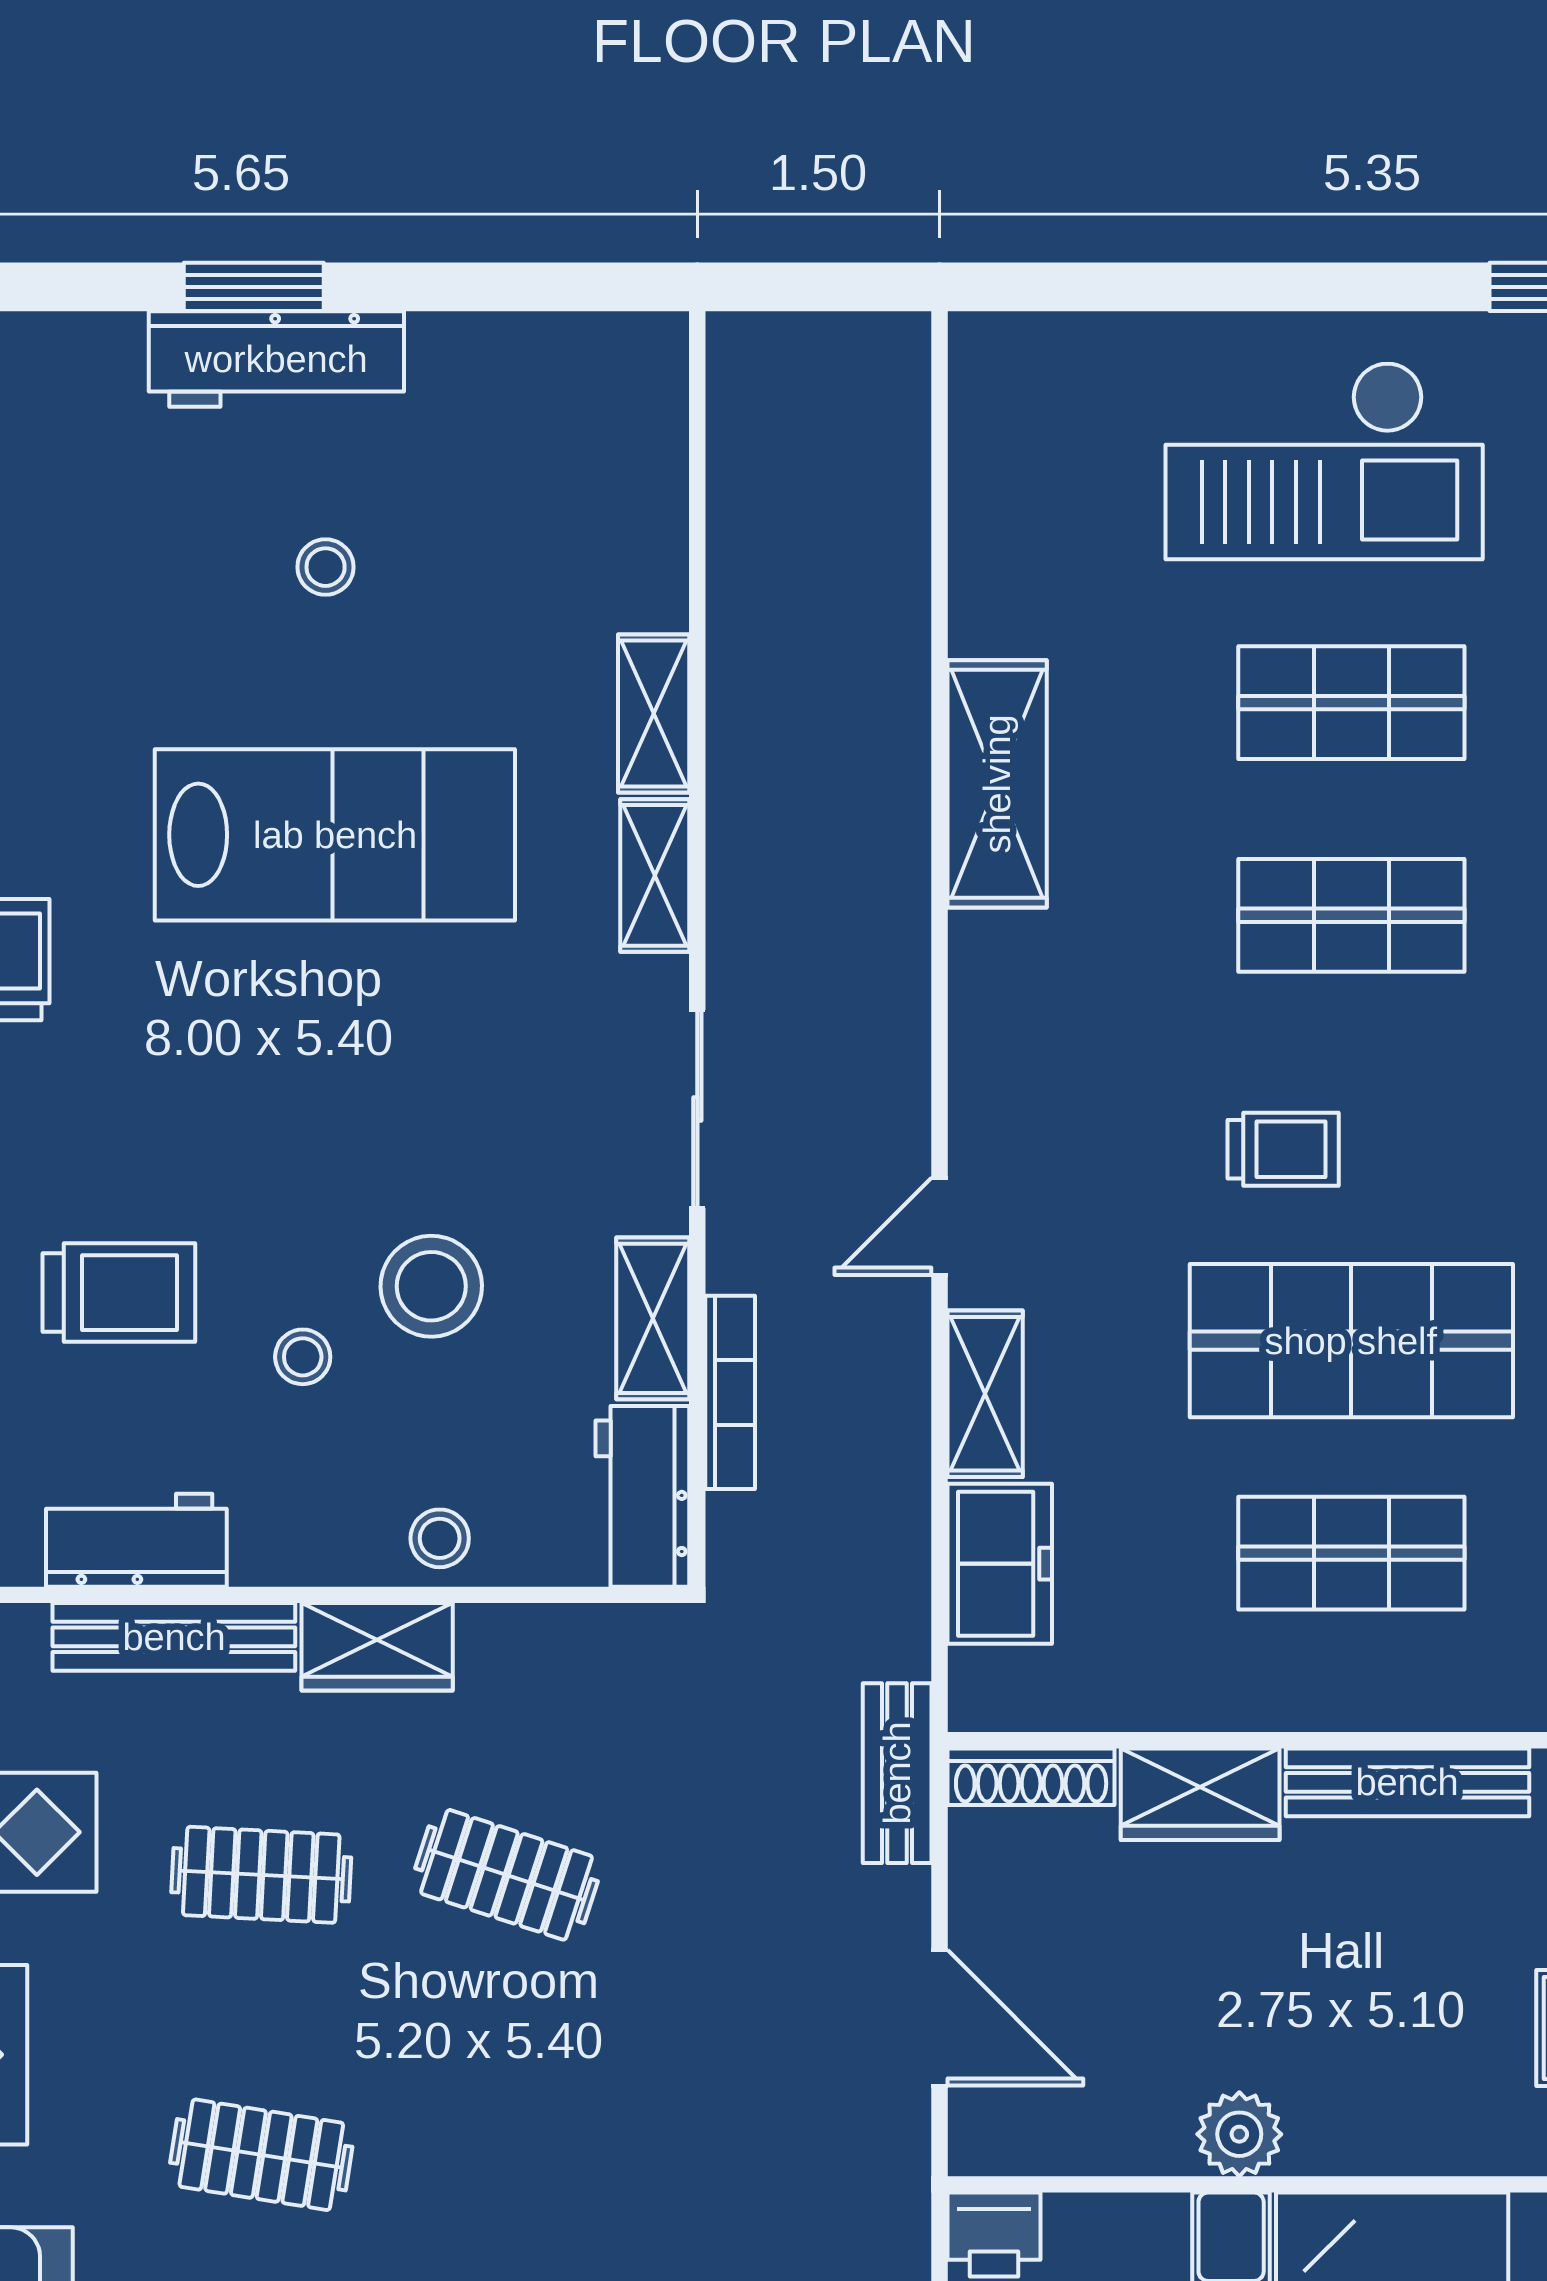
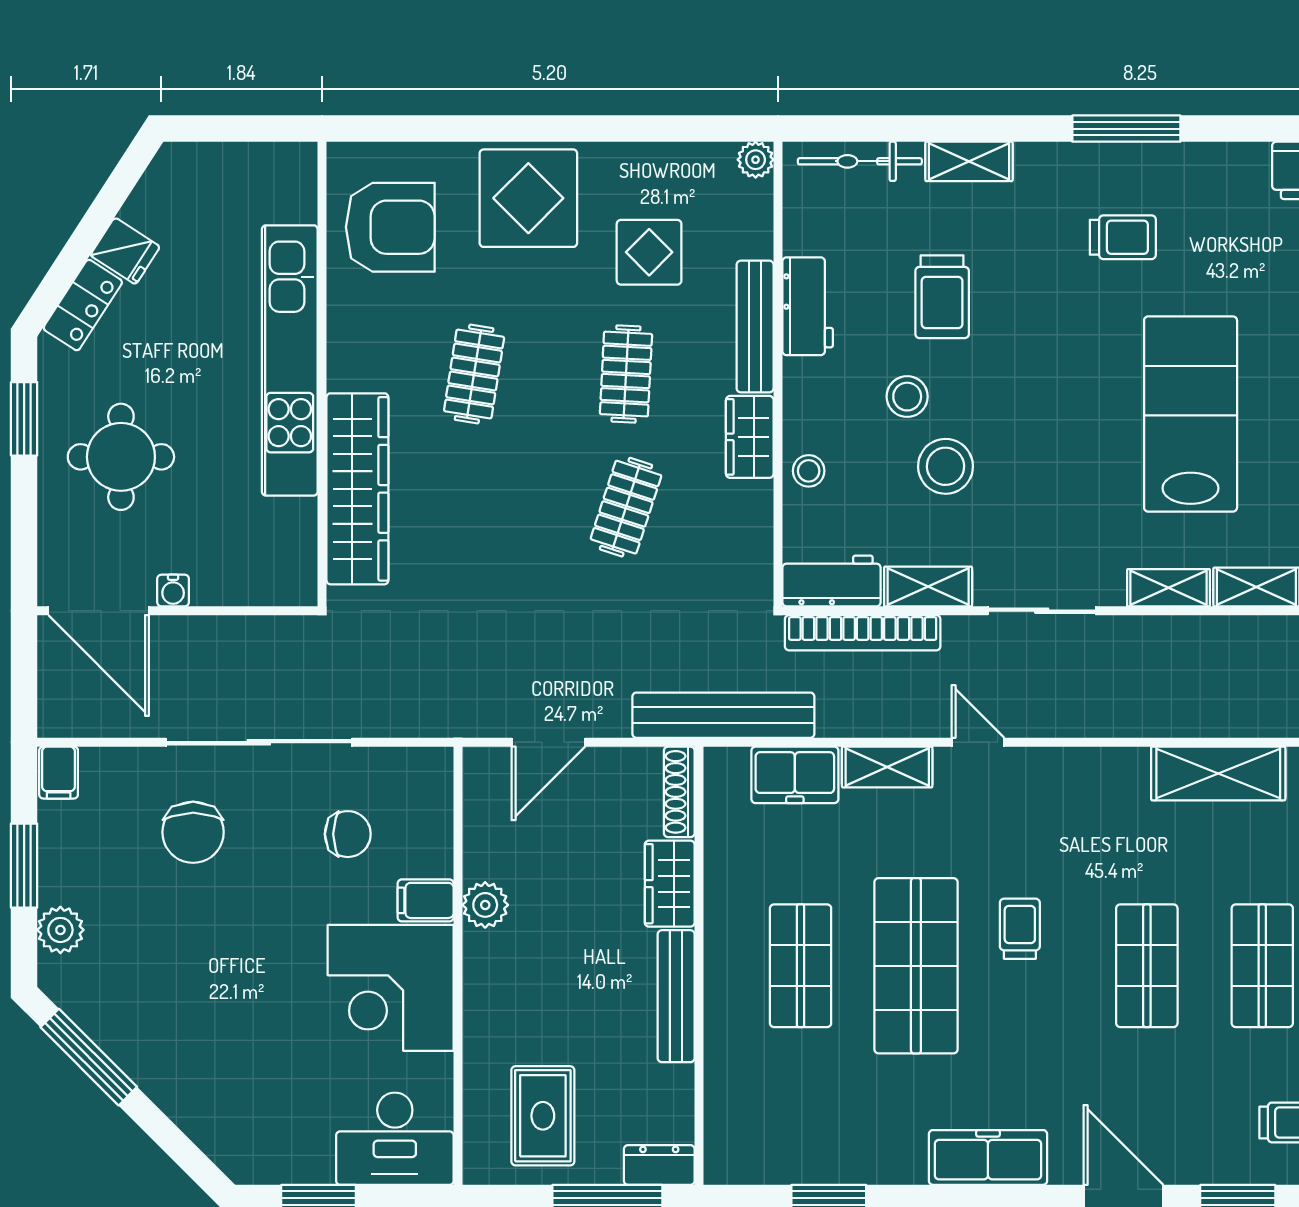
lab bench: (335, 835) -> (1191, 414), turned 180
trolley: (1283, 1149) -> (1020, 929), turned 180
stool: (303, 1357) -> (907, 397), width x1.37, depth x1.37
bookcase: (730, 1392) -> (863, 633), width x1.48, depth x1.31
bench: (897, 1773) -> (723, 715), width x1.86, depth x1.21
printer: (994, 2235) -> (431, 772), removed

